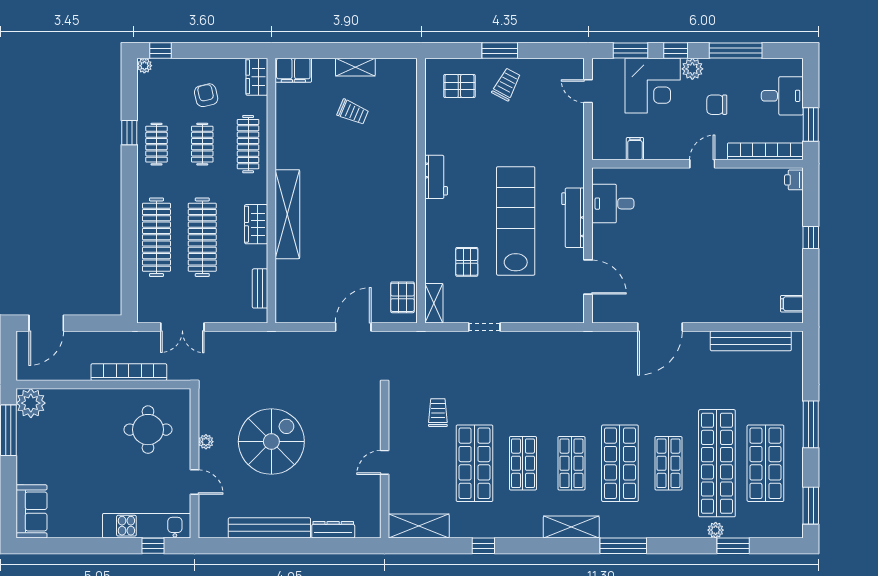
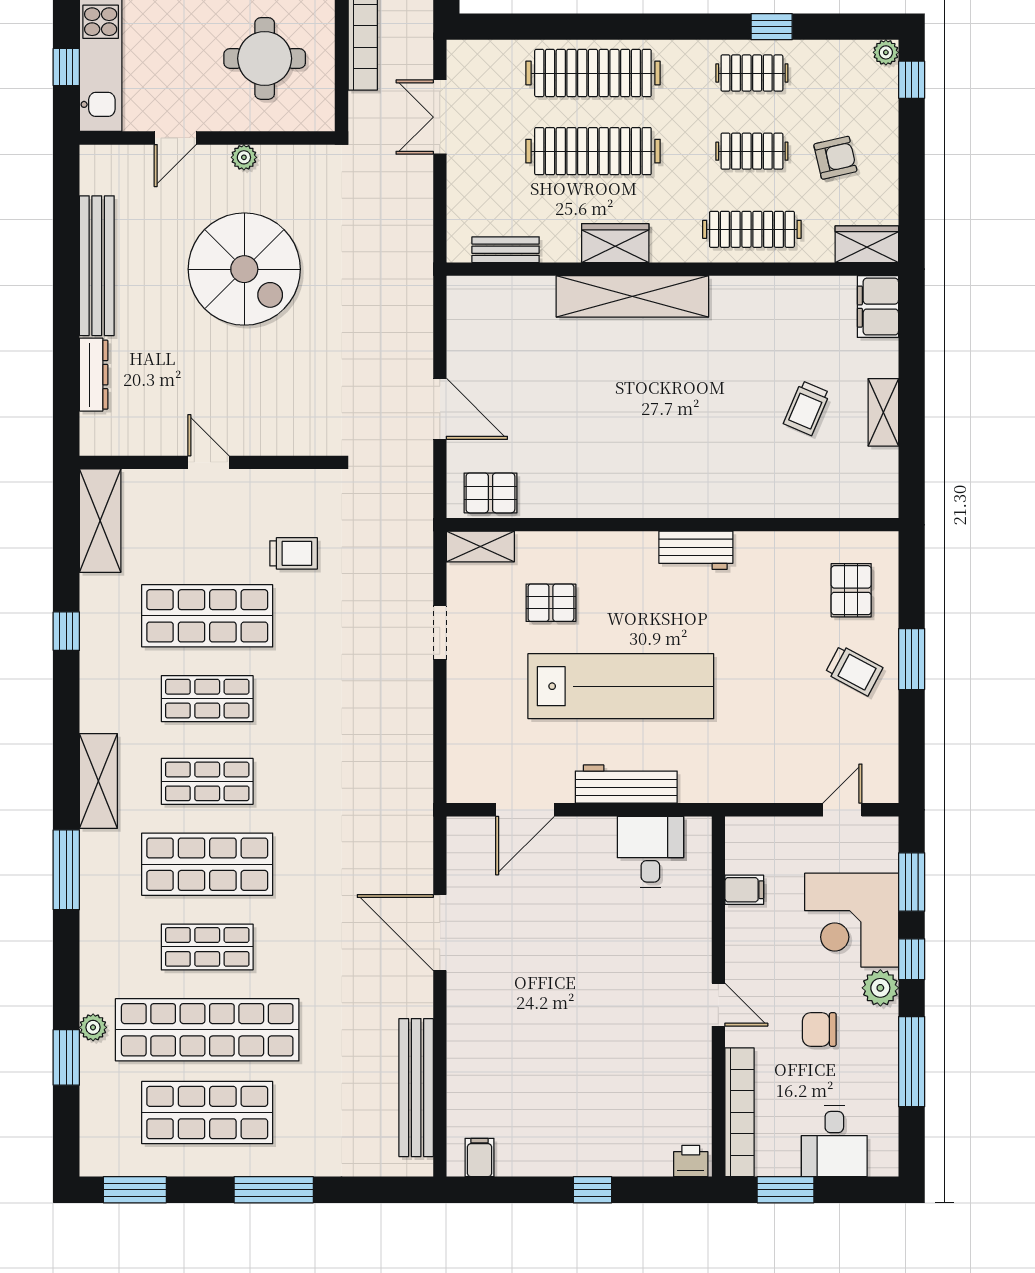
chair: (717, 105) -> (819, 1029), turned -90

